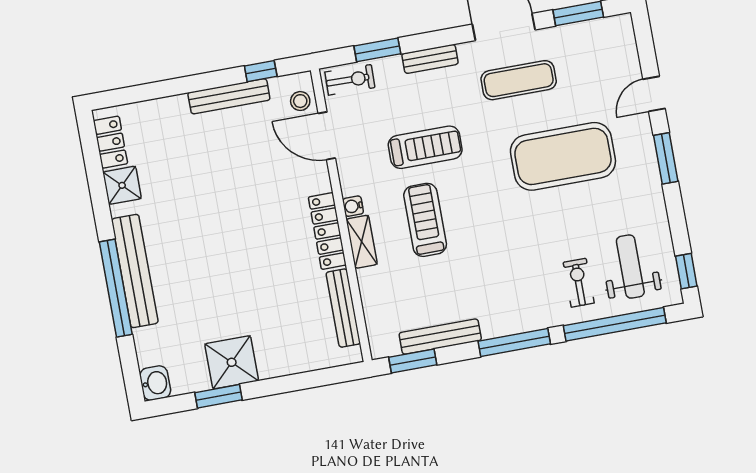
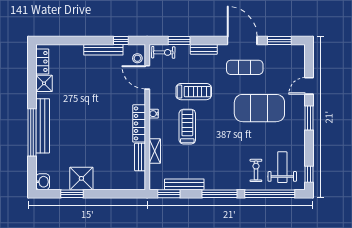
shelving: (362, 242) -> (155, 151), moved
bench: (343, 308) -> (140, 157), width x0.73

